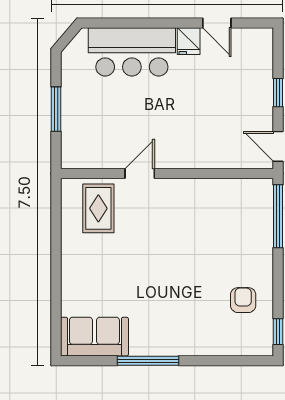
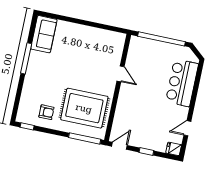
fridge: (189, 41) -> (174, 149), moved
window: (56, 109) -> (161, 39), width x2.11
rug: (98, 208) -> (84, 108), moved, width x1.86, depth x2.06

